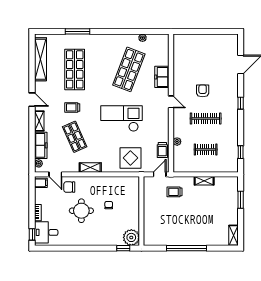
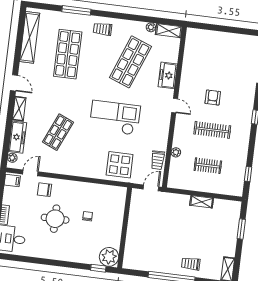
trolley: (72, 107) -> (103, 29), moved
shop shelf: (75, 137) -> (58, 132), turned 48
shelving: (90, 167) -> (169, 31), moved
door: (55, 174) -> (30, 173), swing flipped
trolley: (174, 192) -> (191, 264), moved

